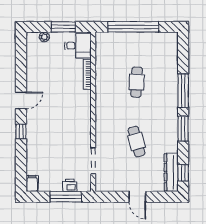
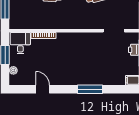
door: (21, 100) -> (43, 89), moved
window: (21, 132) -> (90, 89), width x2.17

